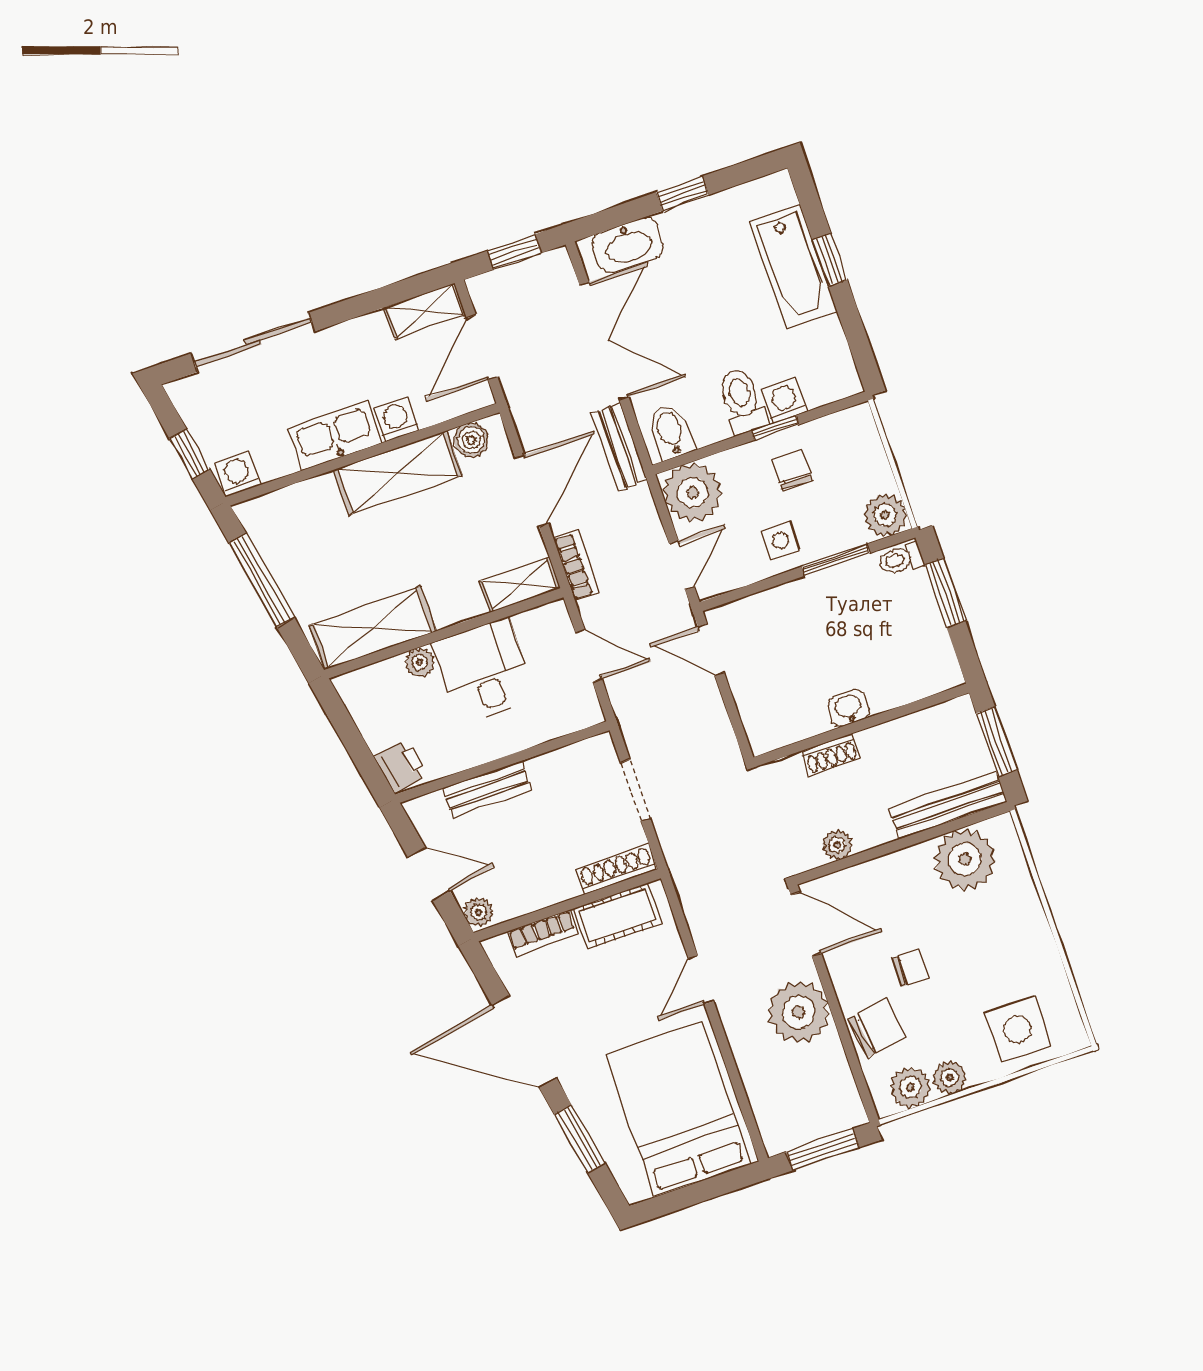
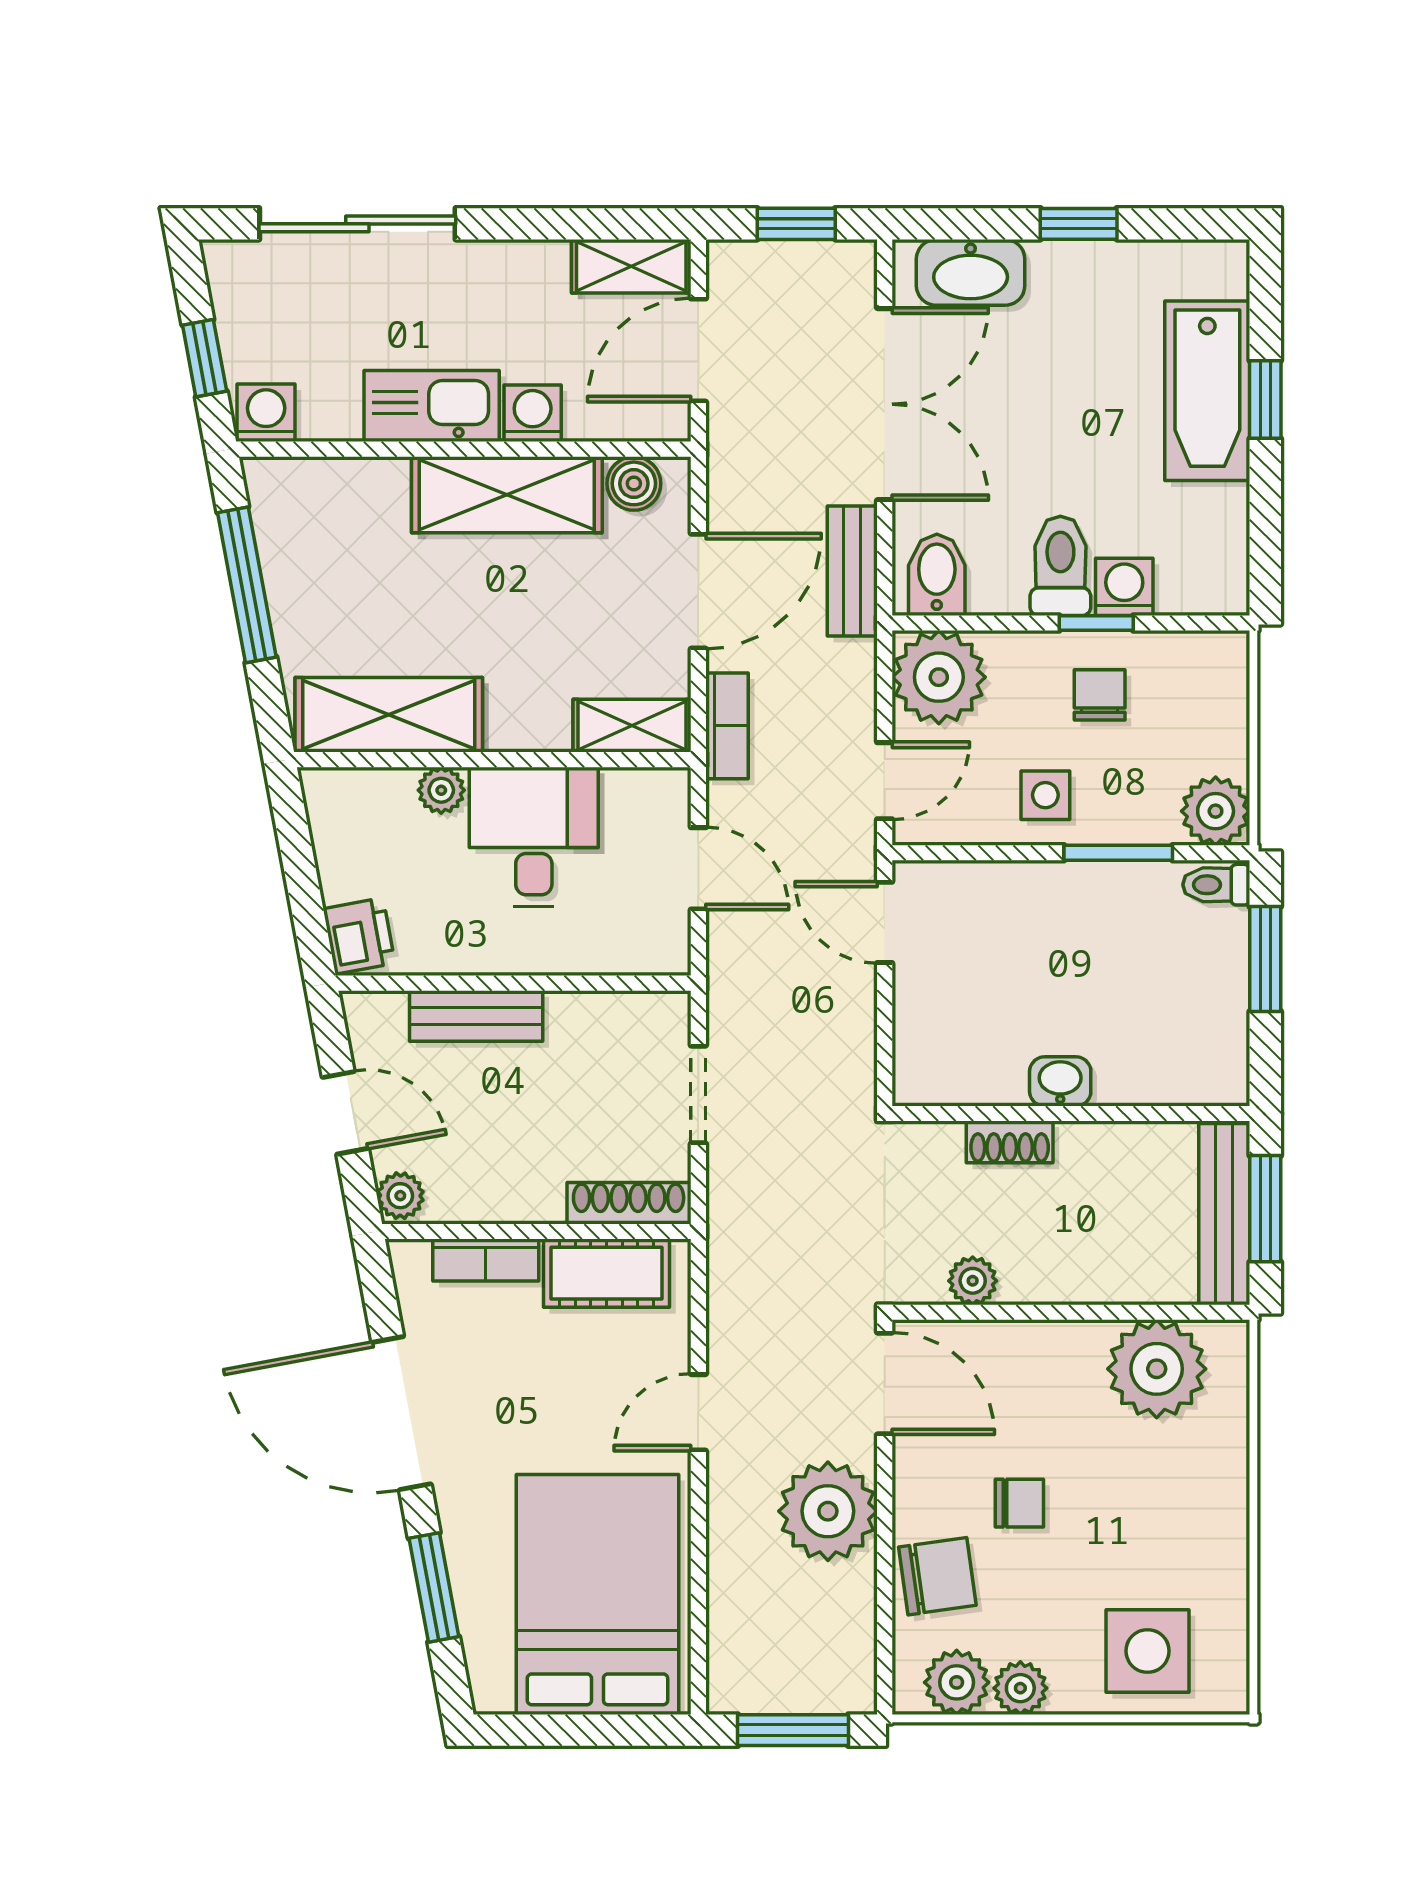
bench: (948, 806) -> (1224, 1214), moved, turned 90

